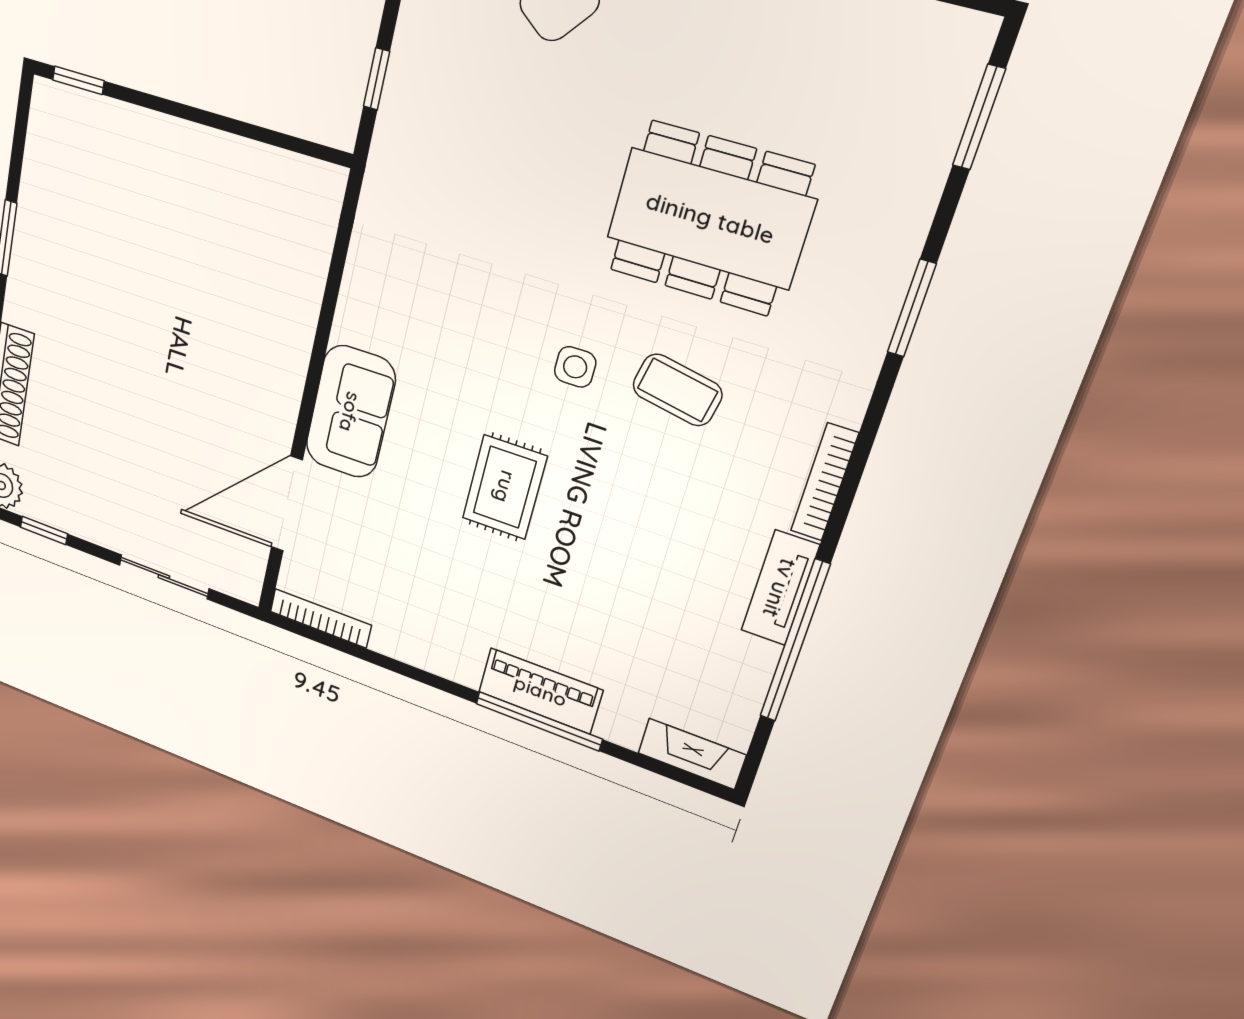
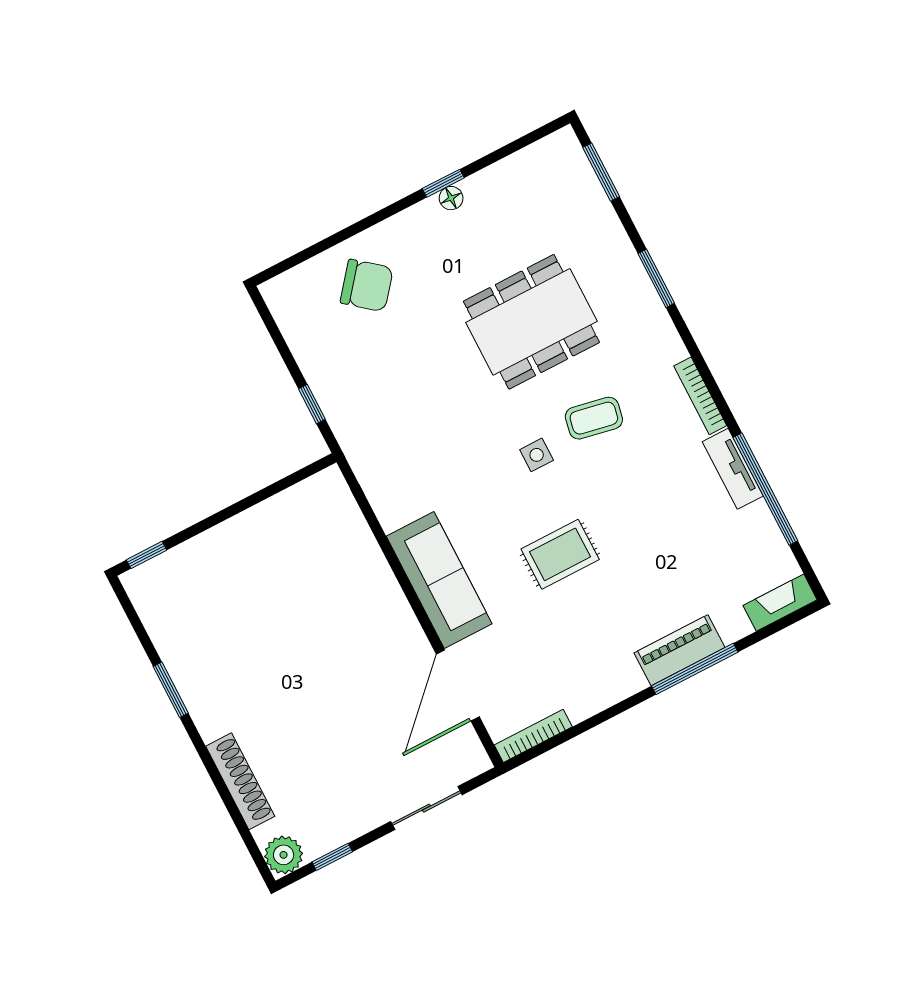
sofa: (350, 412) -> (439, 580), width x1.36
rug: (505, 487) -> (560, 554), turned 90

